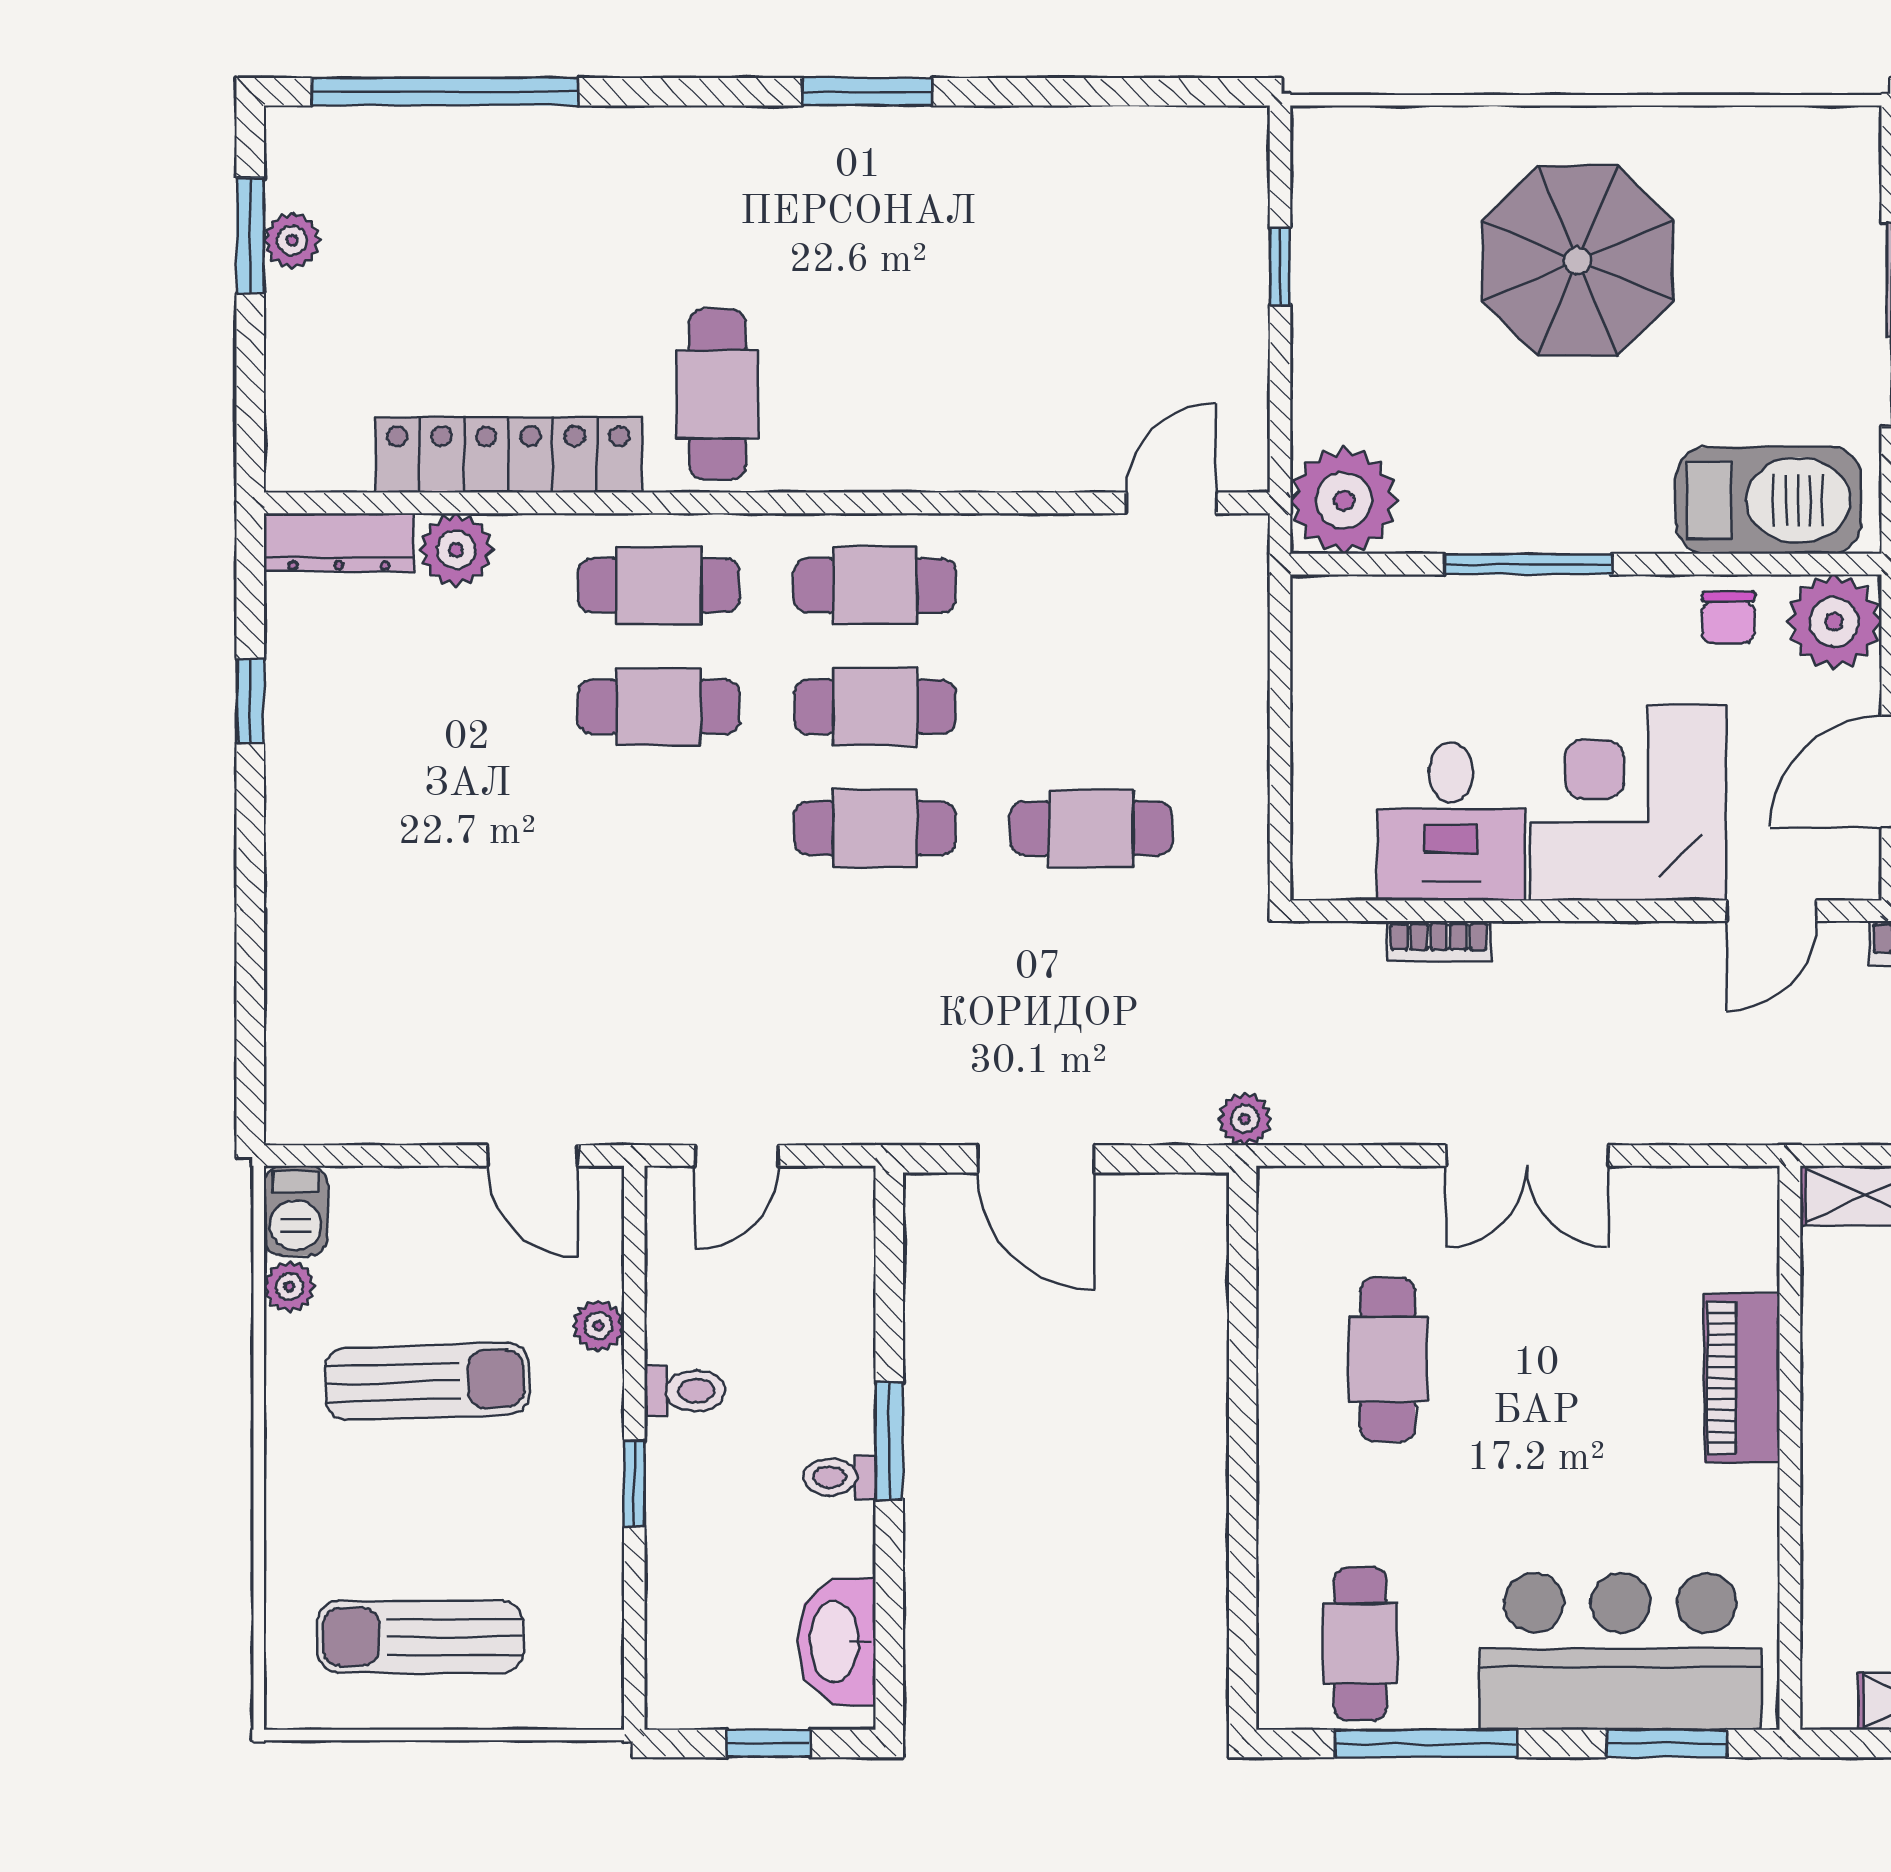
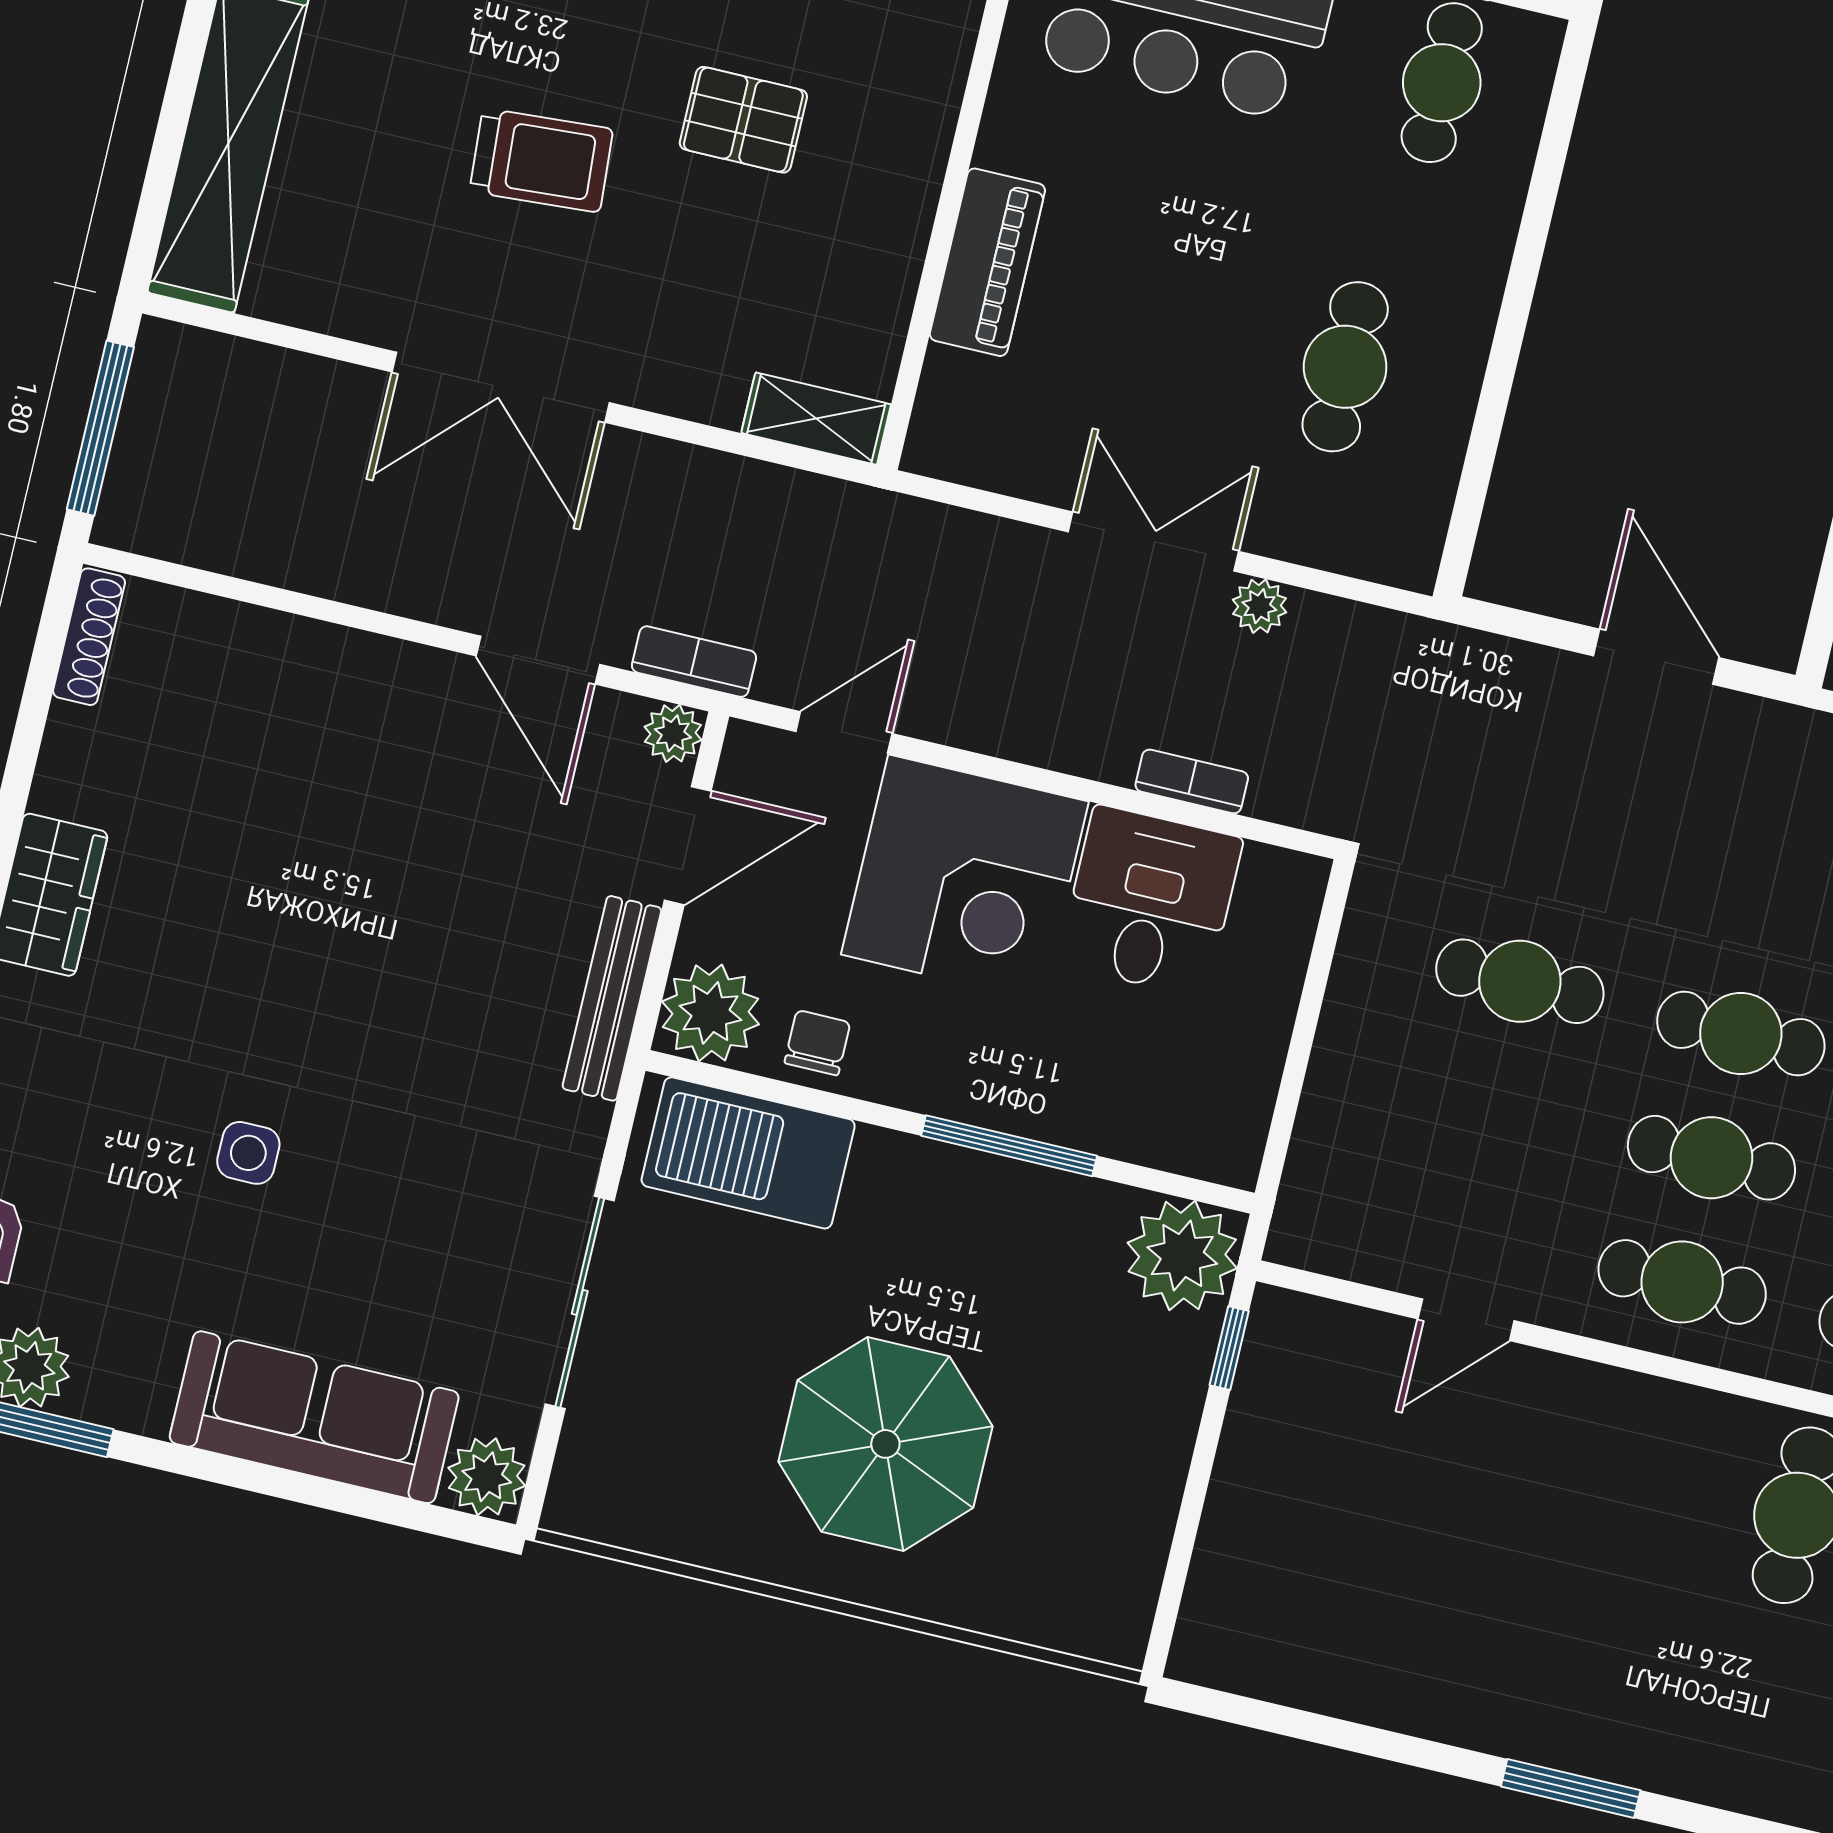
window: (1280, 267) -> (1229, 1348), moved
door: (1171, 503) -> (1466, 1320), moved
plant: (1245, 1119) -> (1259, 606), moved

